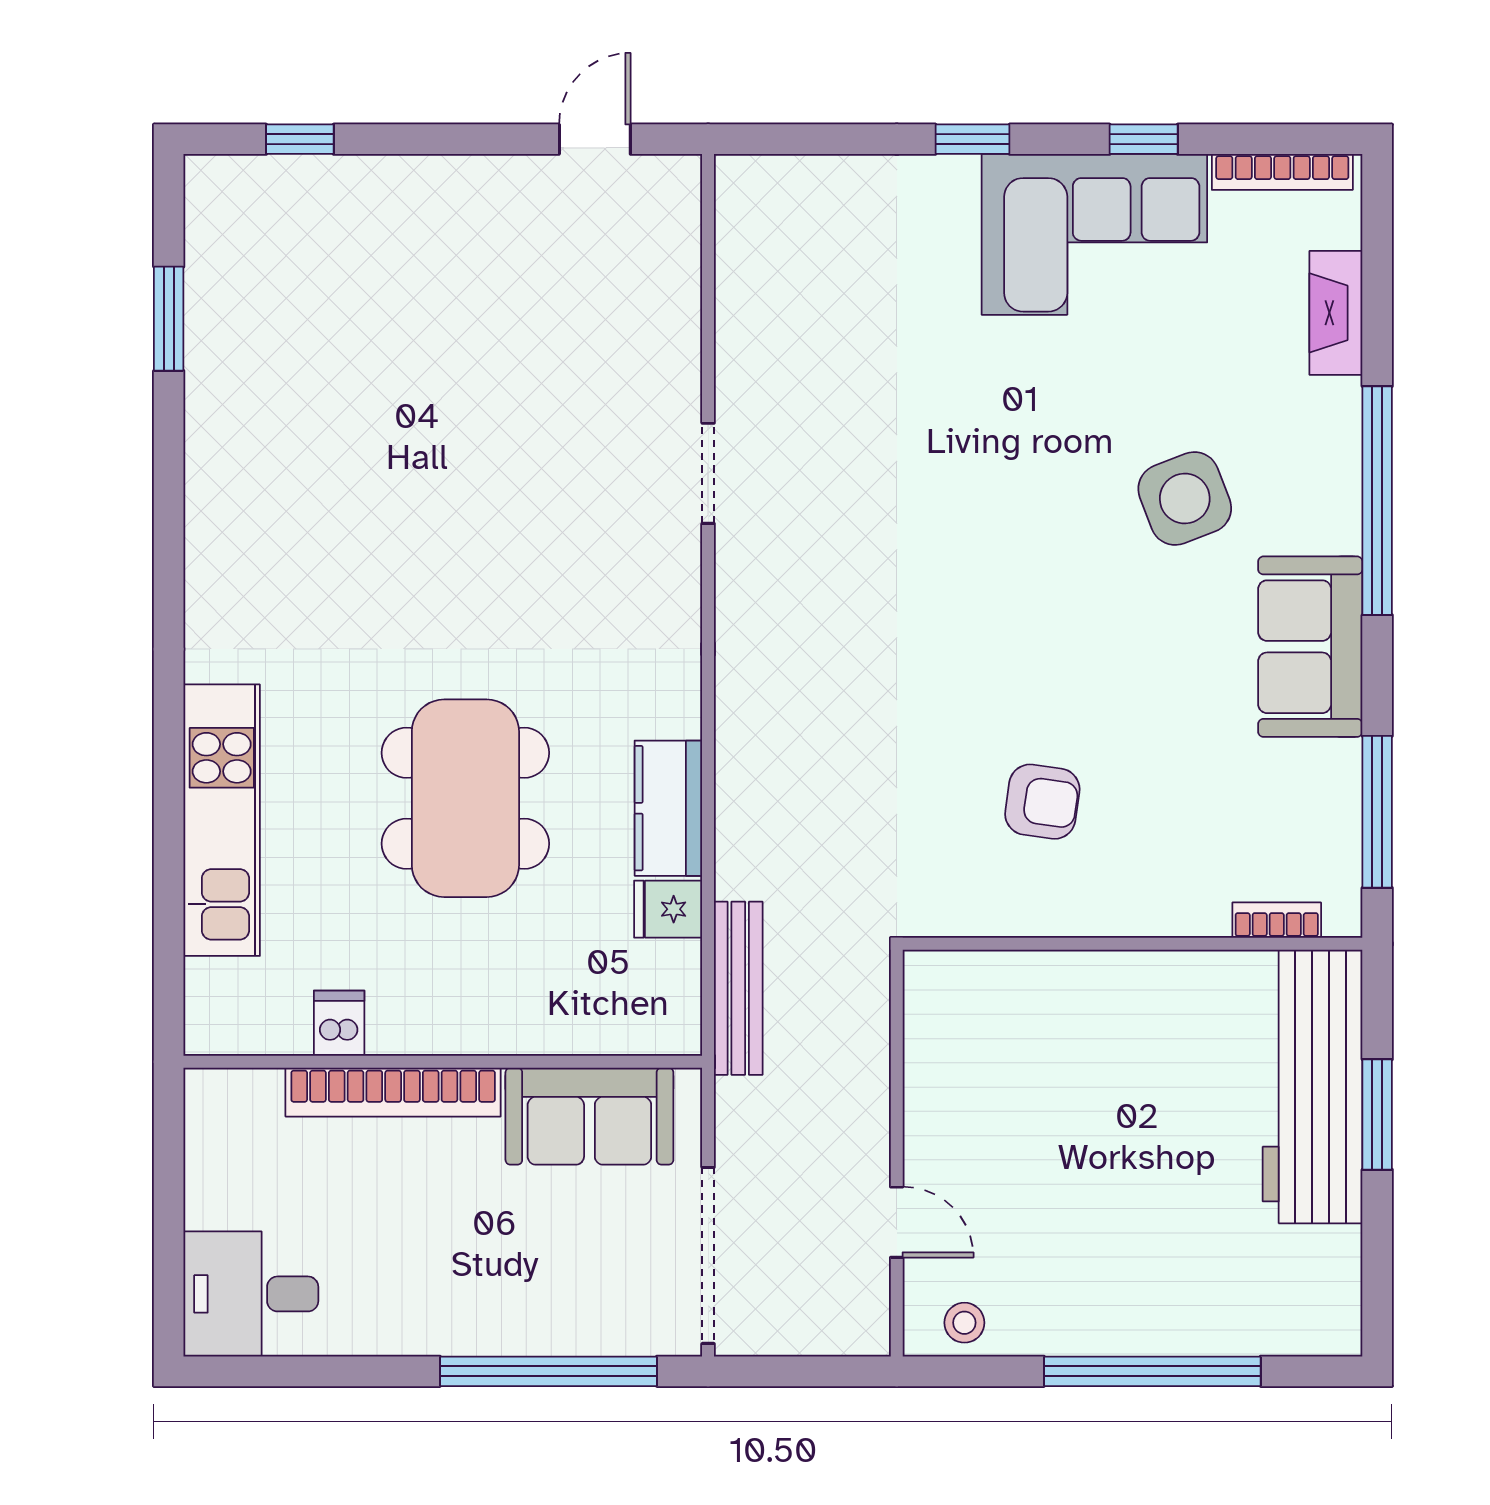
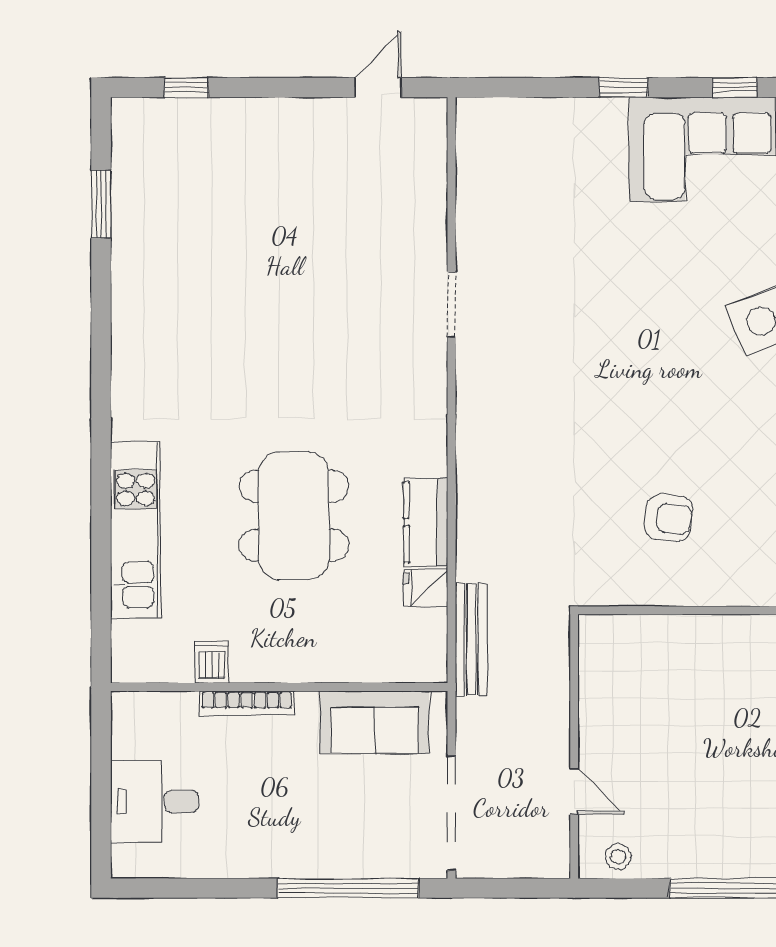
bookcase: (393, 1092) -> (247, 703), width x0.68, depth x0.76
desk: (251, 1294) -> (154, 801), moved

